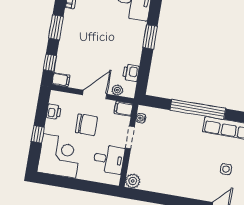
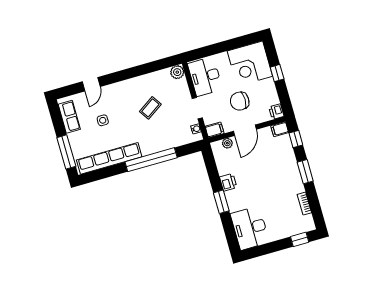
printer: (131, 73) -> (228, 182), moved
printer: (54, 112) -> (276, 112), moved
desk: (109, 159) -> (205, 76), width x1.37
coffee table: (175, 159) -> (150, 108), added

